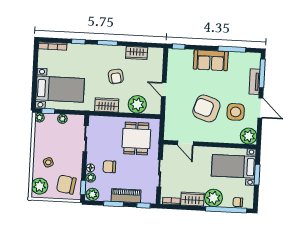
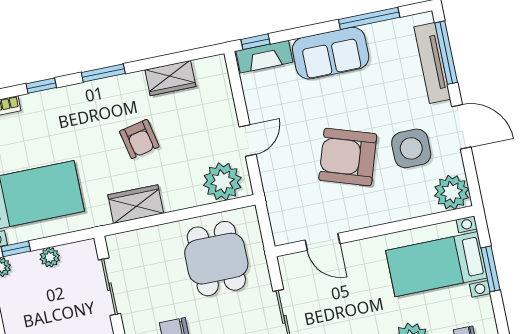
fireplace: (181, 54) -> (264, 57), added
tv unit: (255, 82) -> (432, 63), width x1.41
door: (164, 90) -> (248, 140), swing flipped
plant: (137, 104) -> (222, 182), moved

